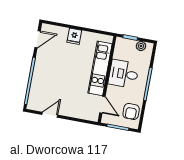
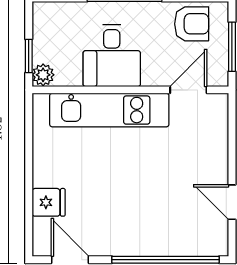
fridge: (74, 36) -> (49, 202), moved
plant: (141, 46) -> (43, 75), moved

